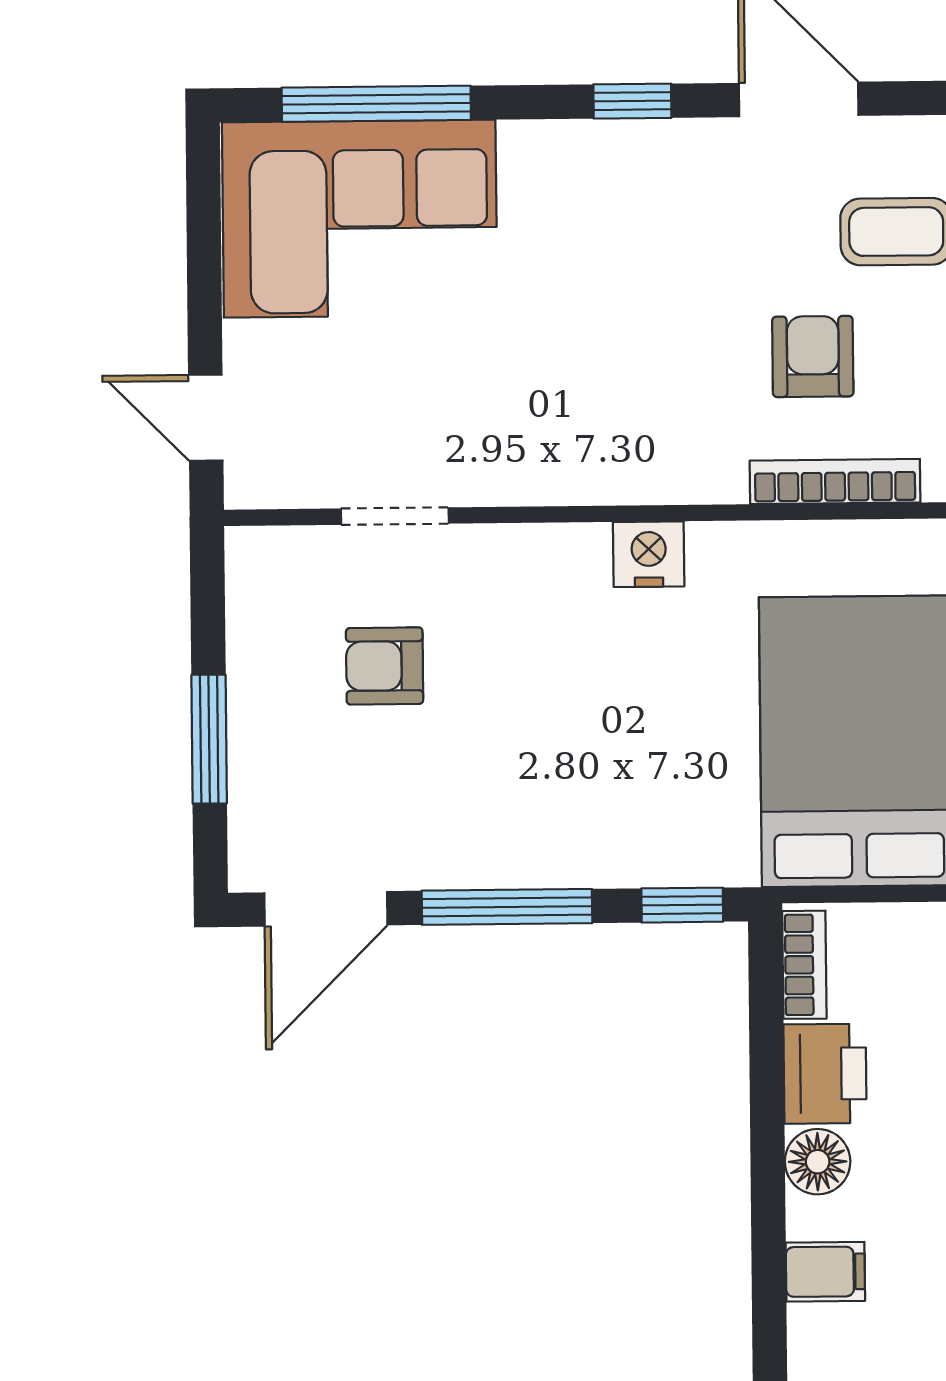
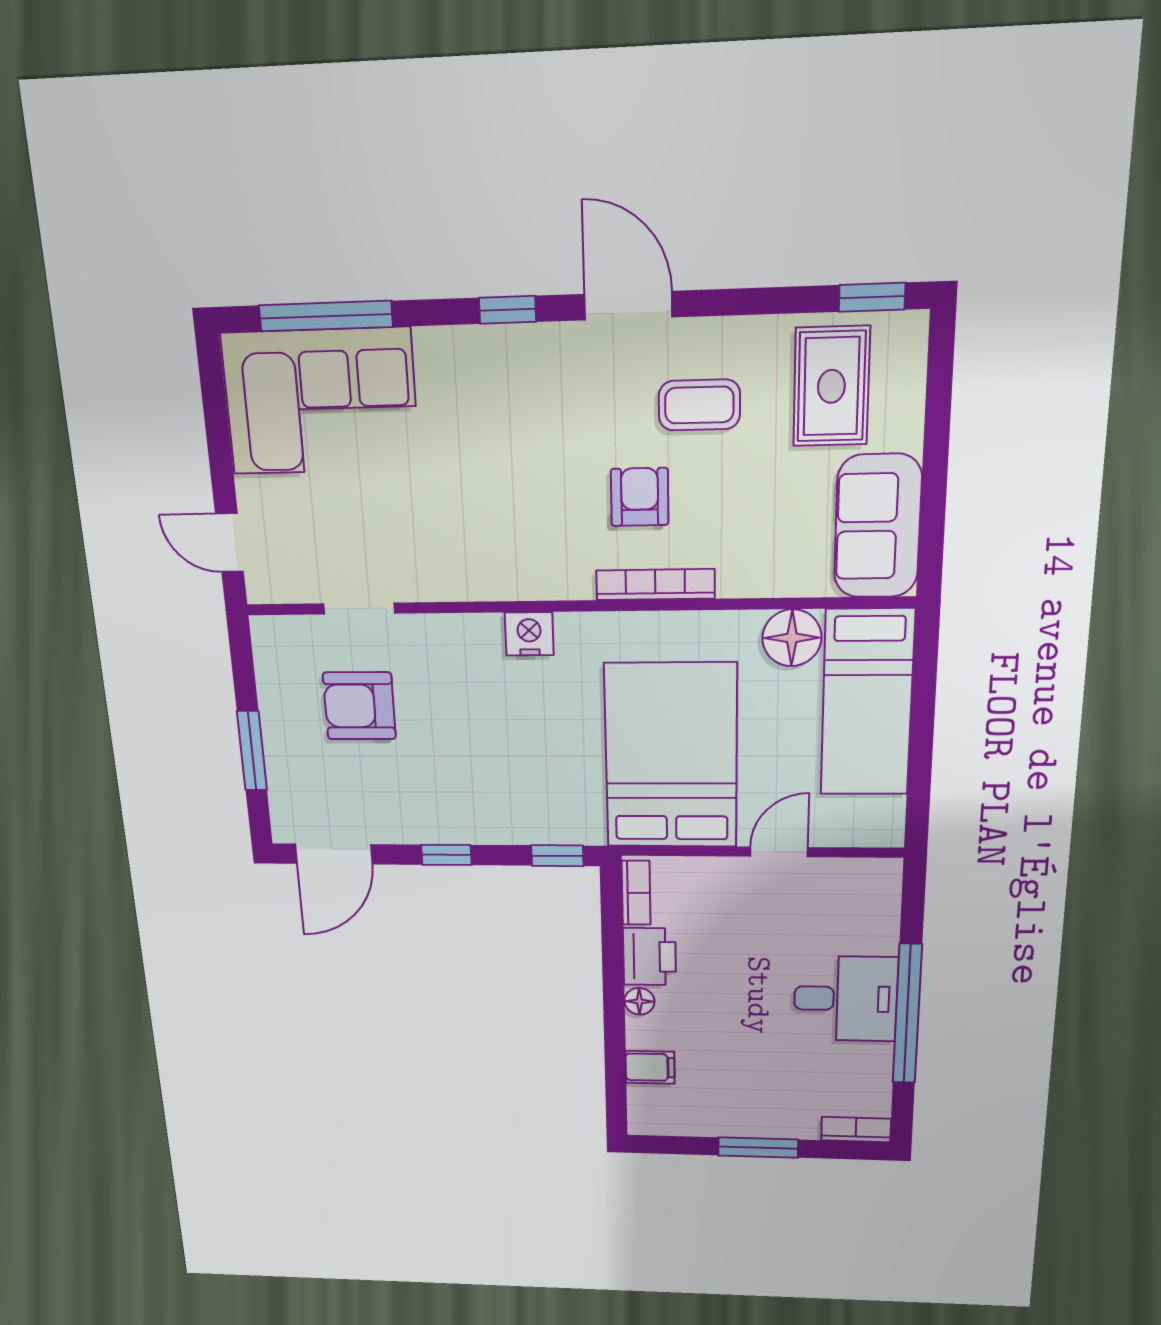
armchair: (385, 666) -> (359, 706), width x1.38, depth x1.38
window: (507, 907) -> (446, 855), width x0.46
floor lamp: (818, 1162) -> (639, 1001), width x0.73, depth x0.73

